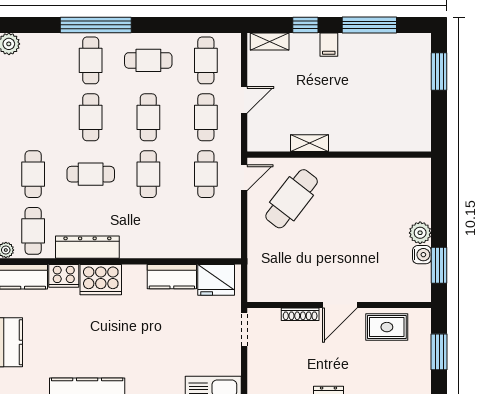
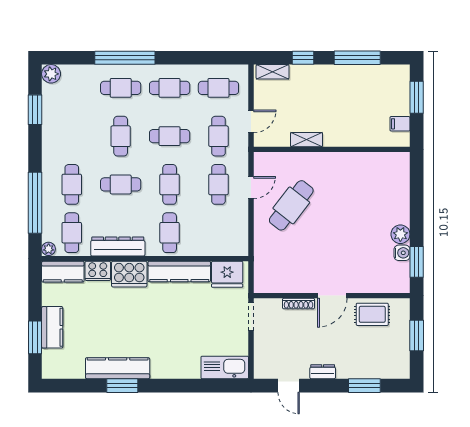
filing cabinet: (329, 45) -> (400, 124), moved, turned 90
cafe table: (91, 60) -> (121, 88), turned 90
cafe table: (206, 60) -> (218, 88), turned 90
cafe table: (148, 117) -> (170, 136), turned 90
shelving: (310, 143) -> (307, 140), moved
wall: (339, 155) -> (332, 149), moved
cafe table: (148, 231) -> (170, 233), added
kitchen counter: (172, 277) -> (179, 272), width x1.50

